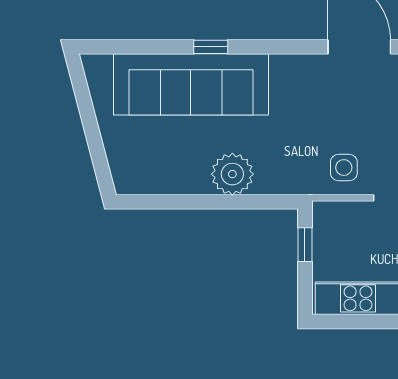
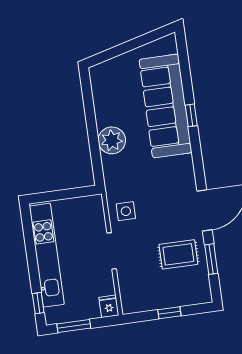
window: (305, 245) -> (73, 193), removed

